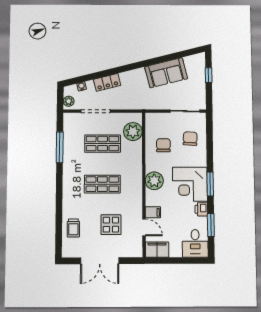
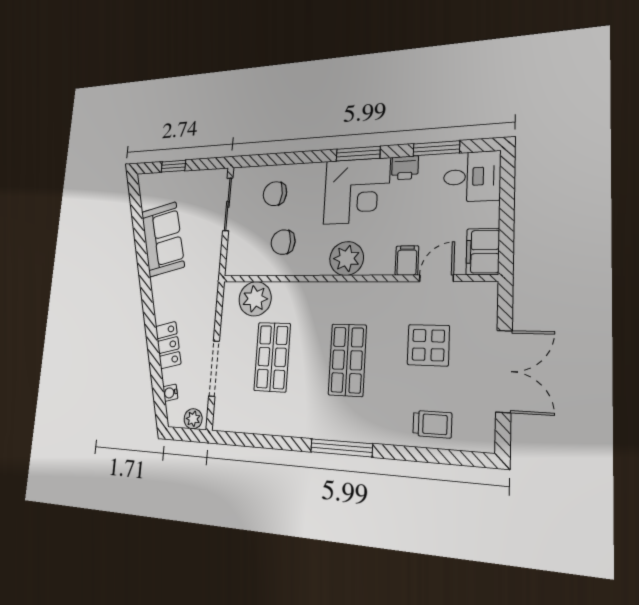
window: (60, 147) -> (341, 448), moved

